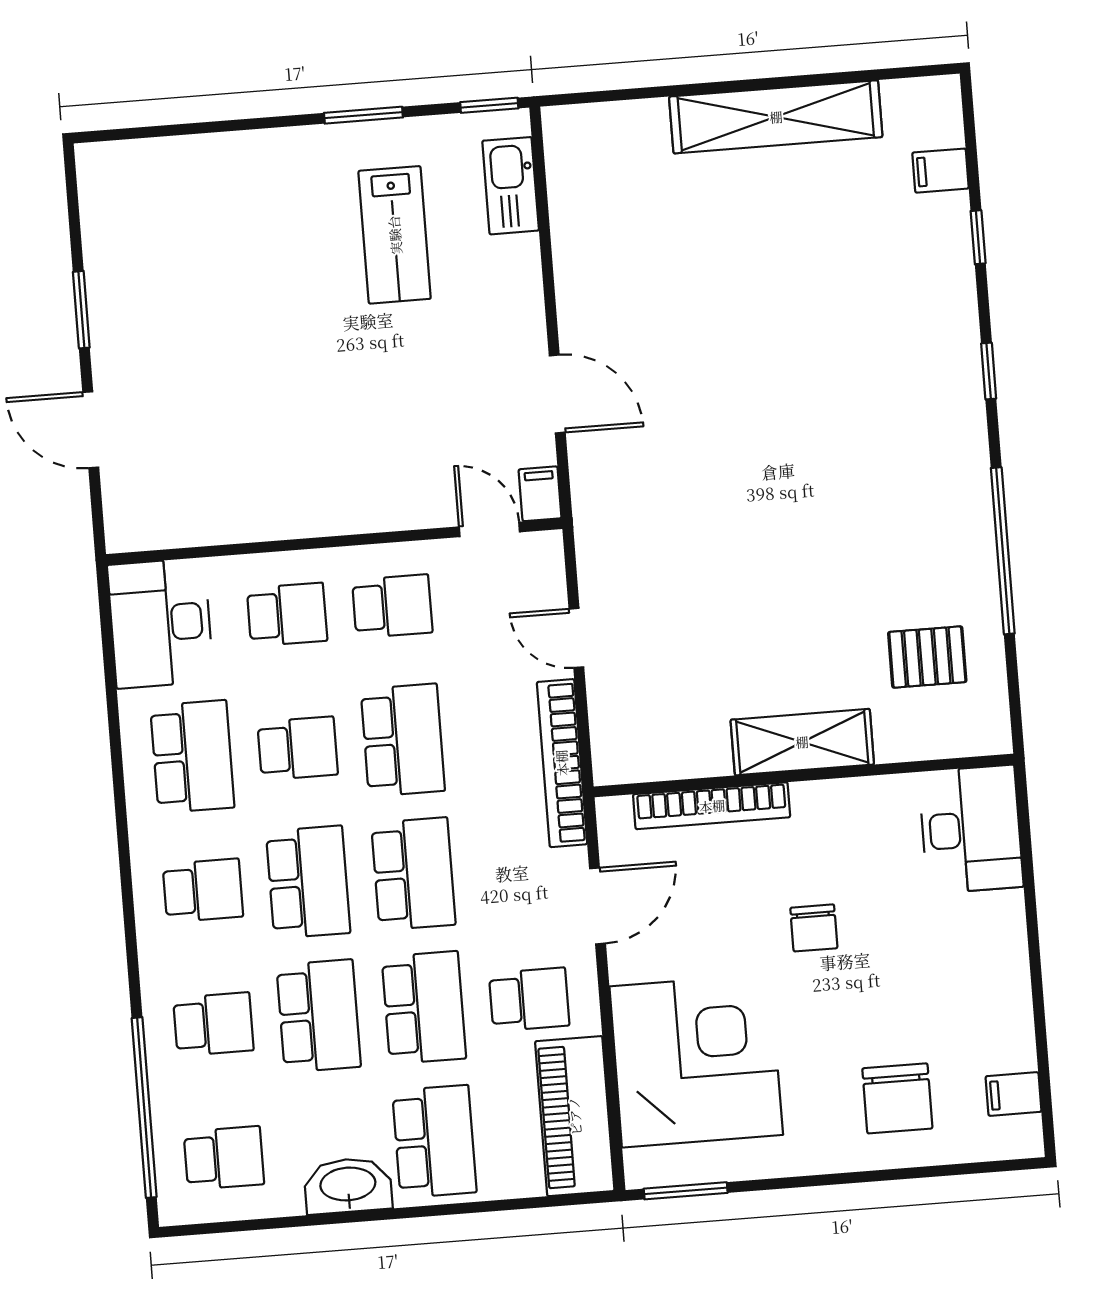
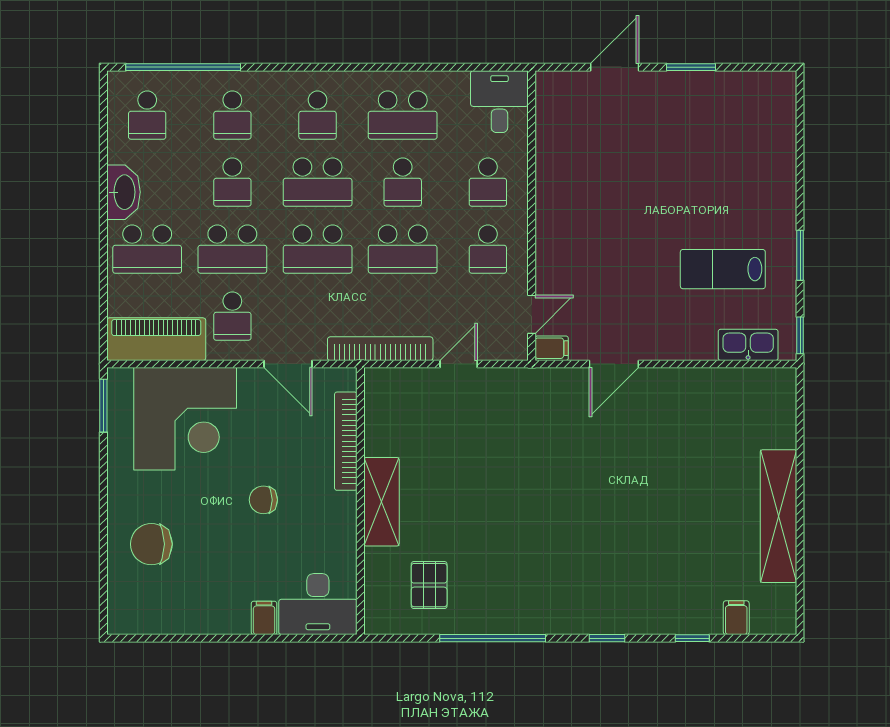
desk: (160, 623) -> (499, 102), width x0.73
school desk: (319, 1016) -> (232, 182), width x0.54
filing cabinet: (1013, 1094) -> (264, 618), moved

